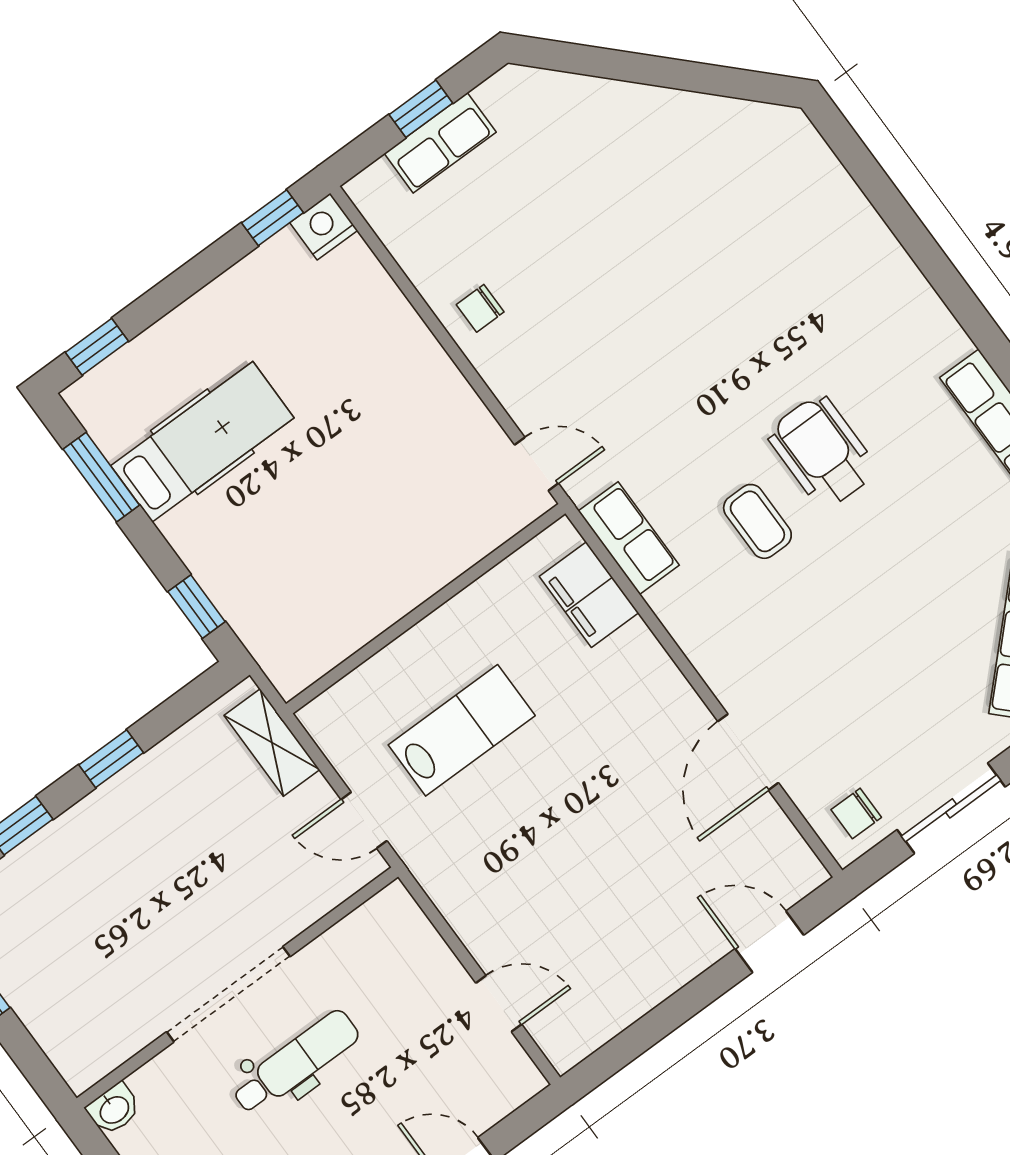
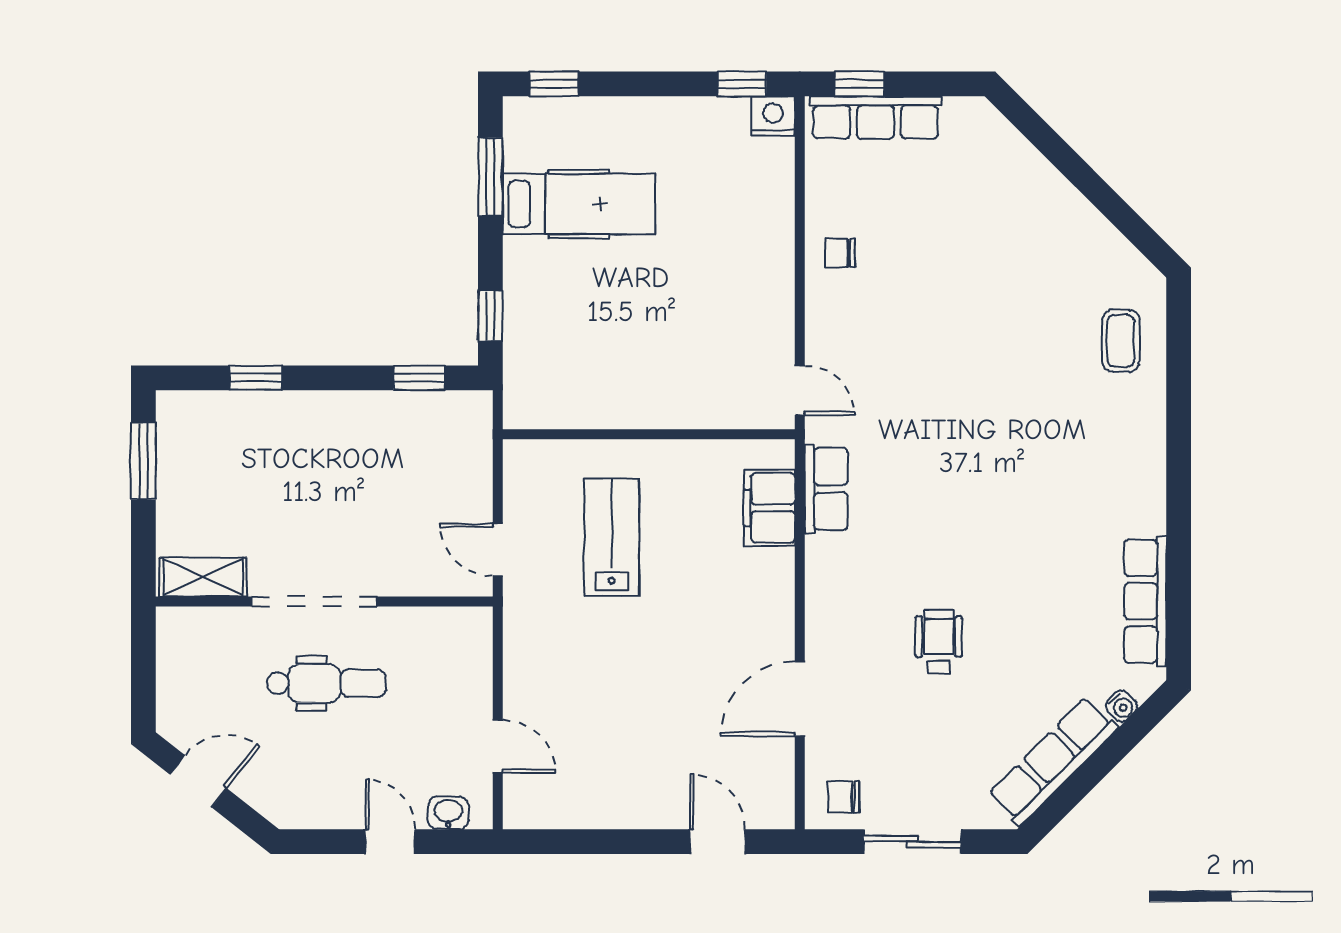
window: (421, 109) -> (859, 84), moved
row of seats: (440, 143) -> (876, 117), width x1.48
wheelchair: (822, 452) -> (939, 642), moved, width x0.73, depth x0.73
coffee table: (757, 521) -> (1121, 341), moved
lab bench: (462, 730) -> (612, 537), turned -90
shelving: (272, 743) -> (203, 577), moved, turned 90
window: (111, 759) -> (419, 378), moved
washbasin: (114, 1109) -> (448, 813), moved, turned 180

